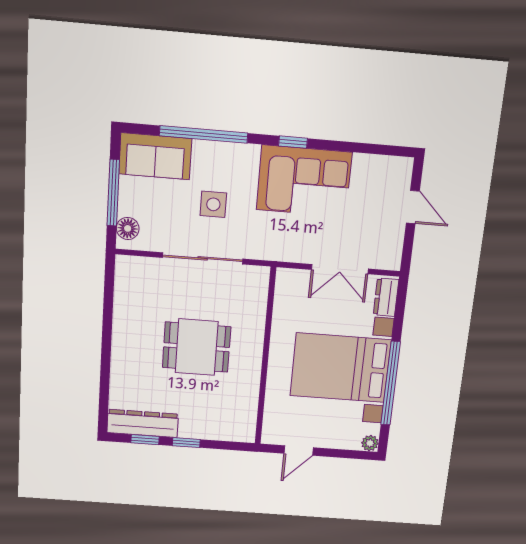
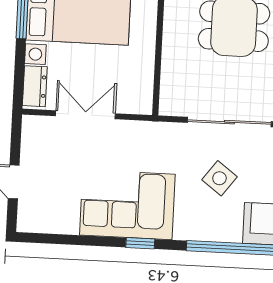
side table: (213, 204) -> (219, 178), turned 37

